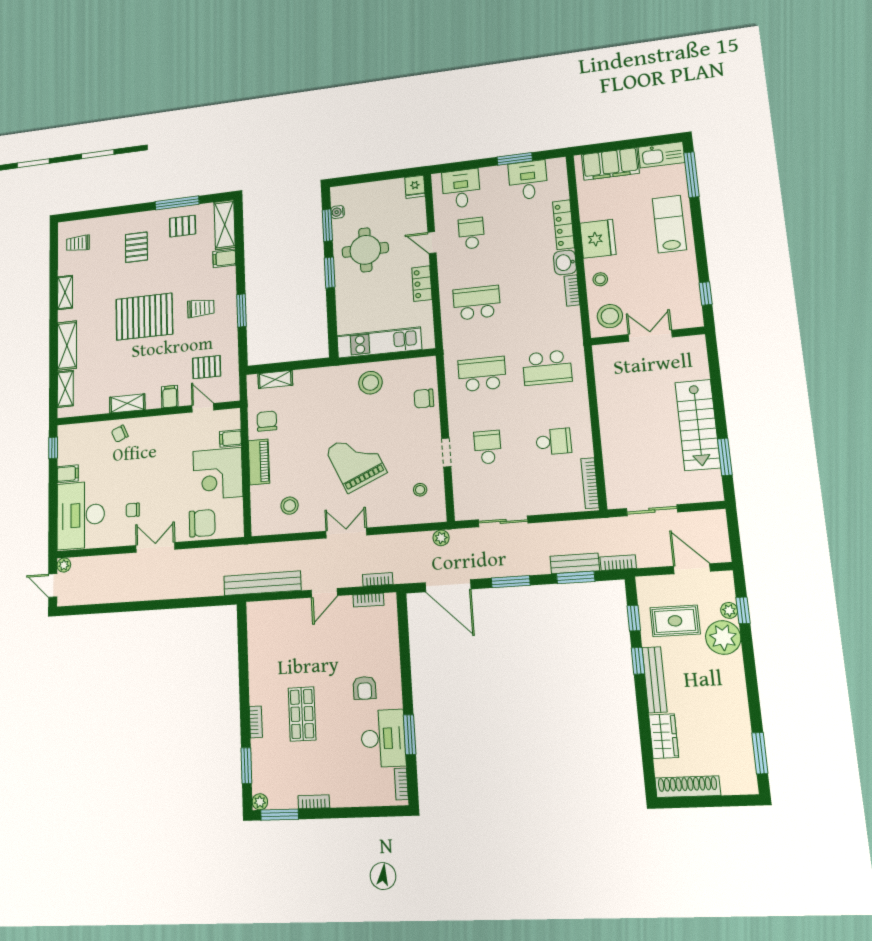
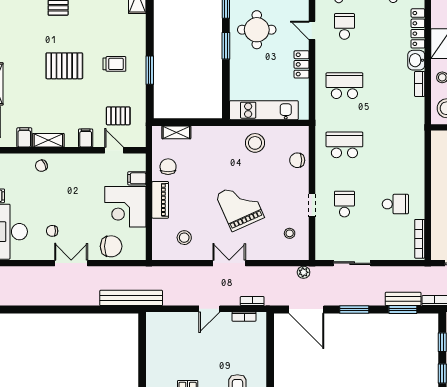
filing cabinet: (224, 258) -> (24, 137), moved, turned 90
pallet: (144, 317) -> (64, 66), width x0.73, depth x0.71
school desk: (547, 368) -> (395, 145), removed
bench: (262, 583) -> (131, 298), moved

